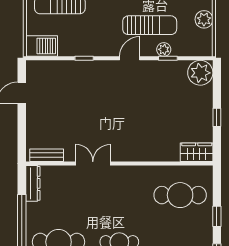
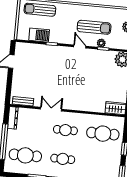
barbecue: (42, 46) -> (39, 35), moved
door: (130, 58) -> (80, 47), hinge flipped
cafe table: (119, 195) -> (65, 130), added

